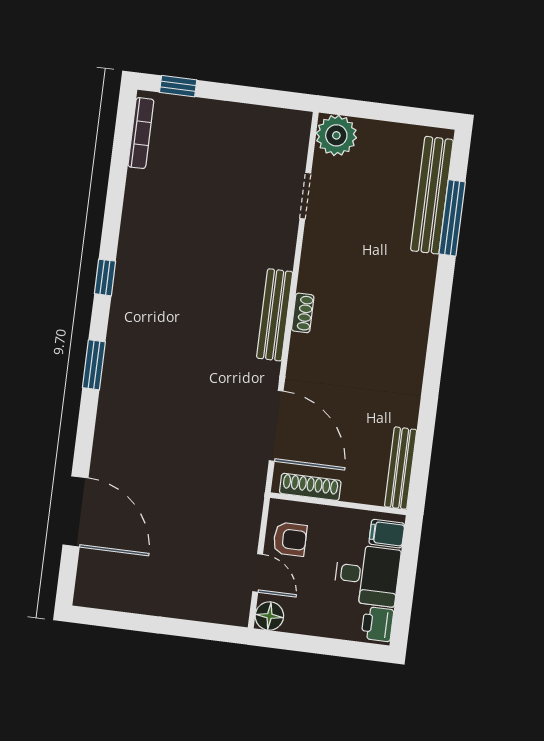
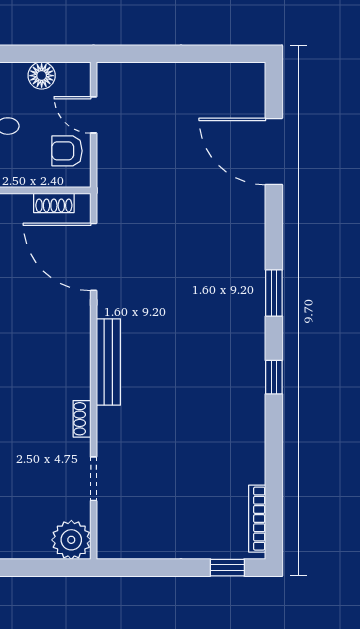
shoe rack: (303, 313) -> (82, 419), moved
shoe rack: (310, 487) -> (54, 203), width x0.70
floor lamp: (269, 616) -> (42, 76), moved

